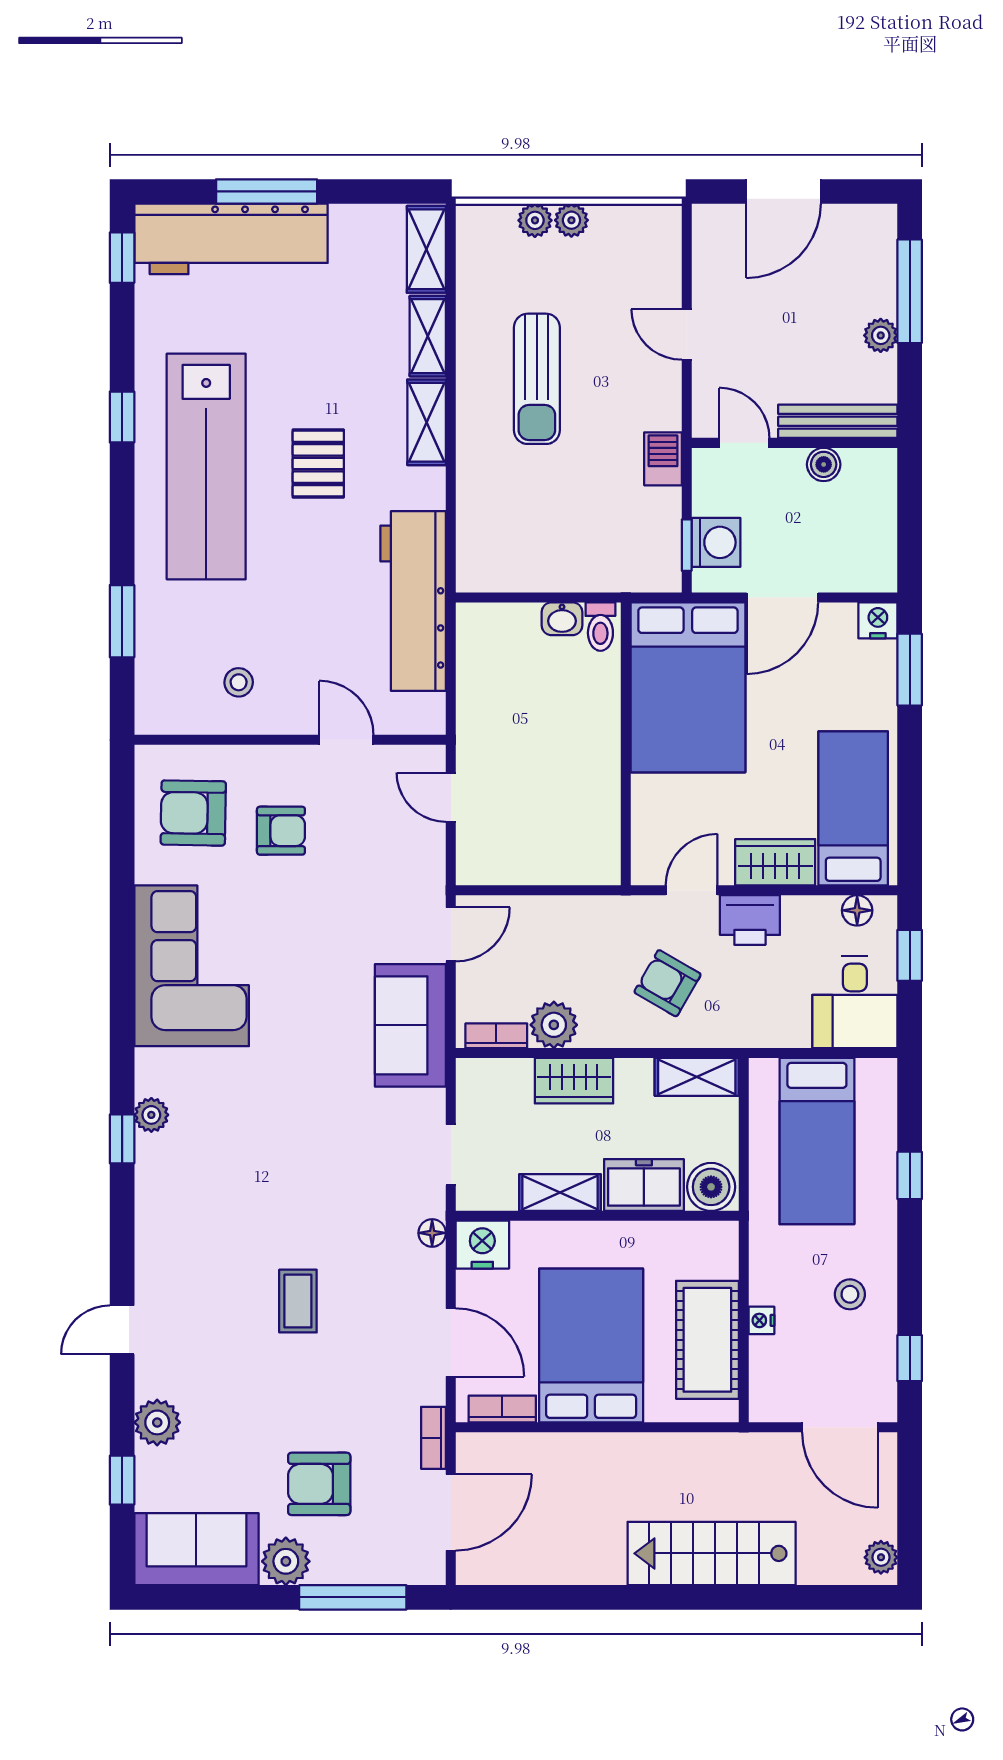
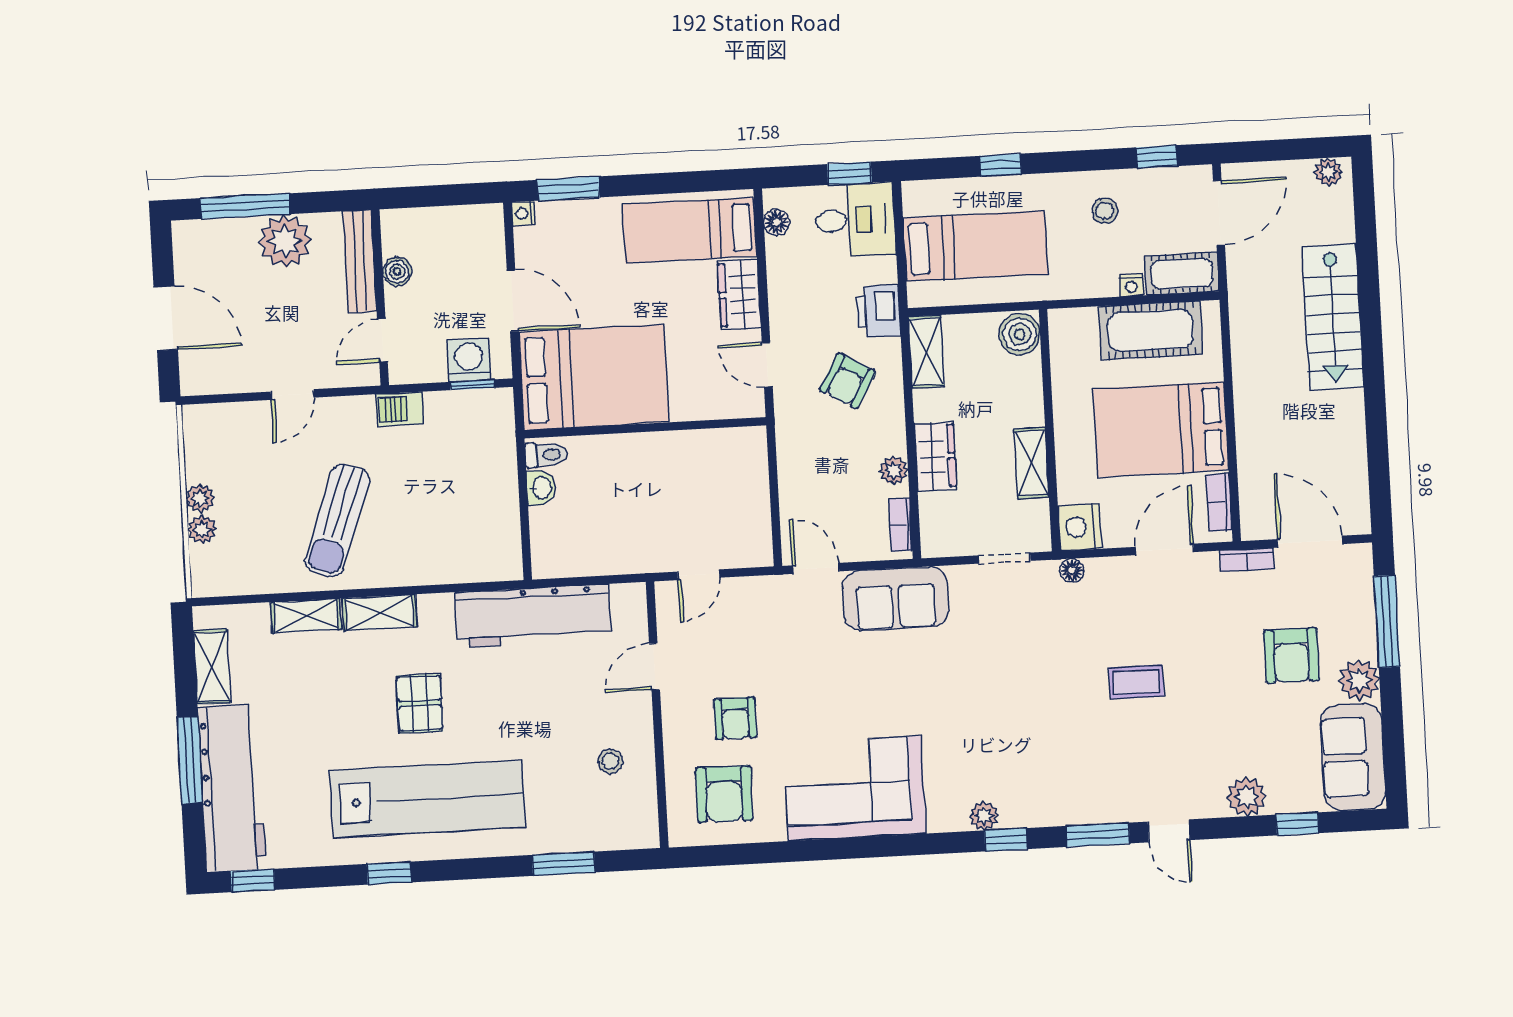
shelving: (426, 249) -> (212, 667), moved, turned 90
plant: (881, 335) -> (285, 241), width x1.87, depth x1.87
sun lounger: (537, 379) -> (337, 520), turned 110
pallet: (318, 464) -> (420, 703), turned 90
nightstand: (878, 620) -> (524, 214), width x0.72, depth x0.74
armchair: (281, 831) -> (735, 718), turned 180
printer: (750, 920) -> (878, 311), moved, turned 180
window: (910, 955) -> (849, 173), moved
plant: (554, 1025) -> (894, 470), width x0.73, depth x0.73
freezer: (644, 1185) -> (1021, 392), removed
window: (122, 1247) -> (1098, 835), added
cot: (772, 1380) -> (1182, 274), added

